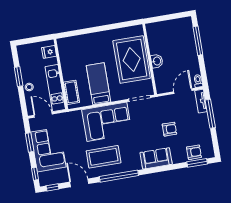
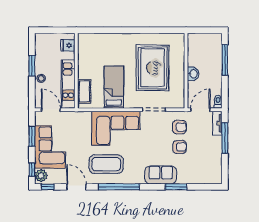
wall: (150, 59) -> (186, 71), moved
washbasin: (157, 61) -> (193, 74), moved
armchair: (194, 152) -> (179, 127), moved
window: (197, 163) -> (176, 187), moved
plant: (44, 178) -> (41, 176), added

